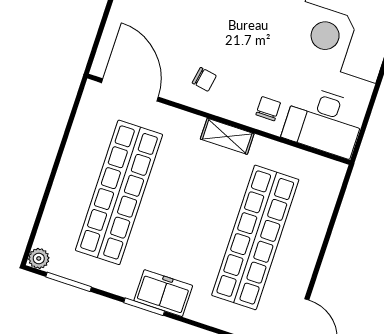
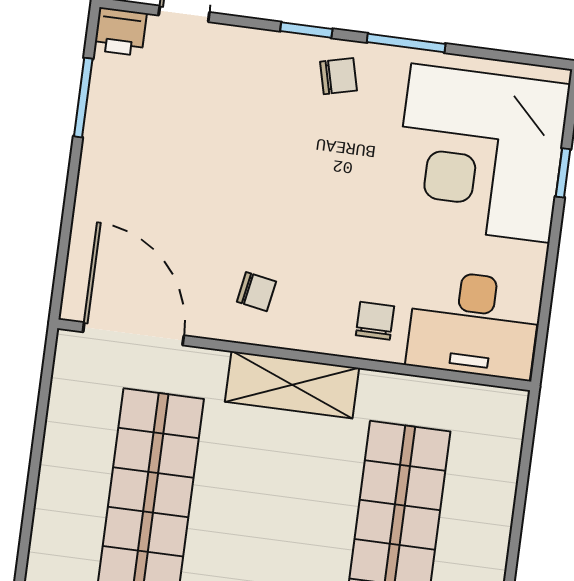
shelving: (227, 136) -> (292, 385), width x1.50, depth x1.33

